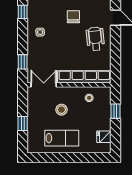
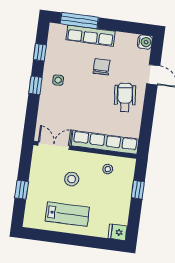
window: (23, 62) -> (35, 85), moved
fridge: (104, 137) -> (118, 232), moved

